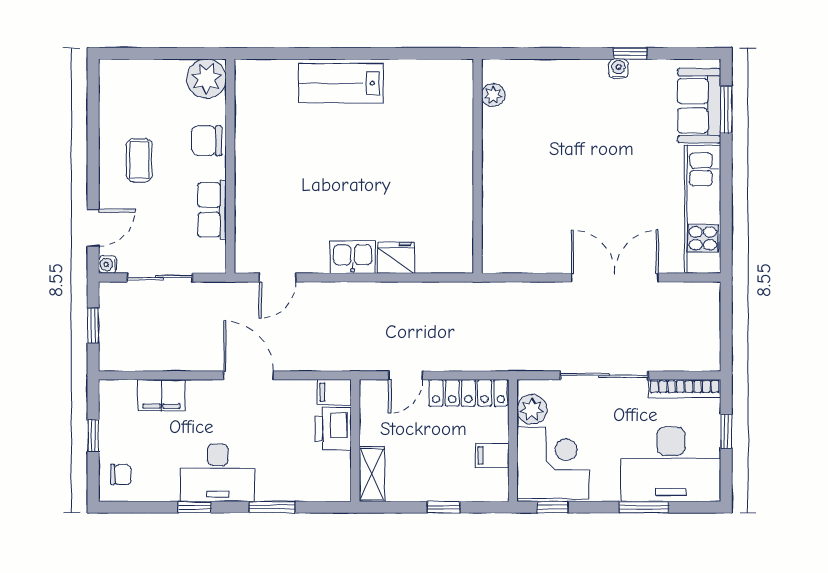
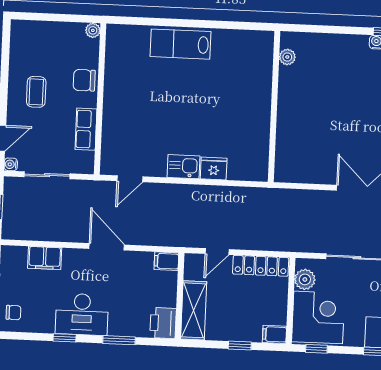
plant: (207, 79) -> (93, 30), width x0.53, depth x0.53
printer: (333, 429) -> (163, 323), moved
filing cabinet: (492, 455) -> (275, 334), moved
shelving: (372, 474) -> (194, 310), width x1.50, depth x1.33

